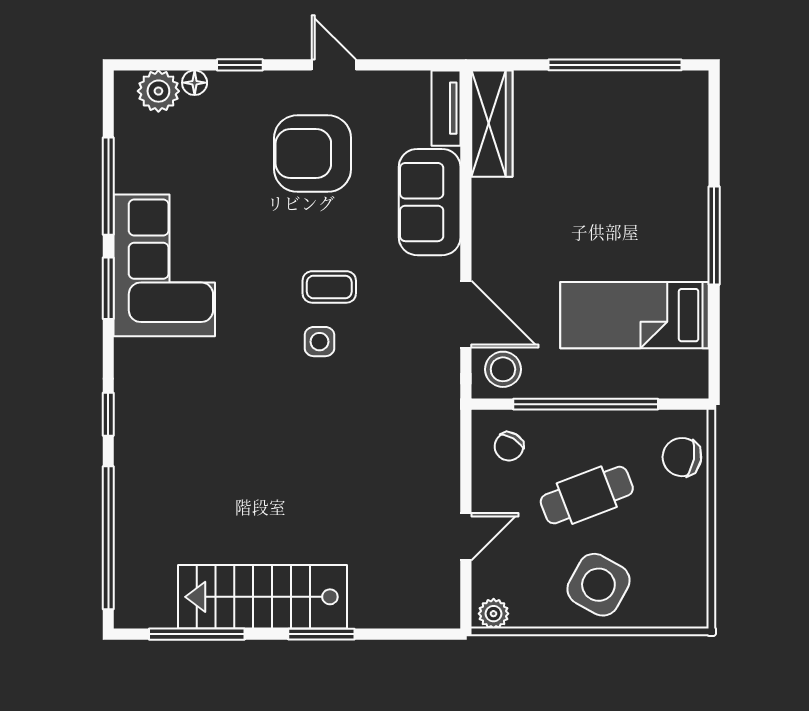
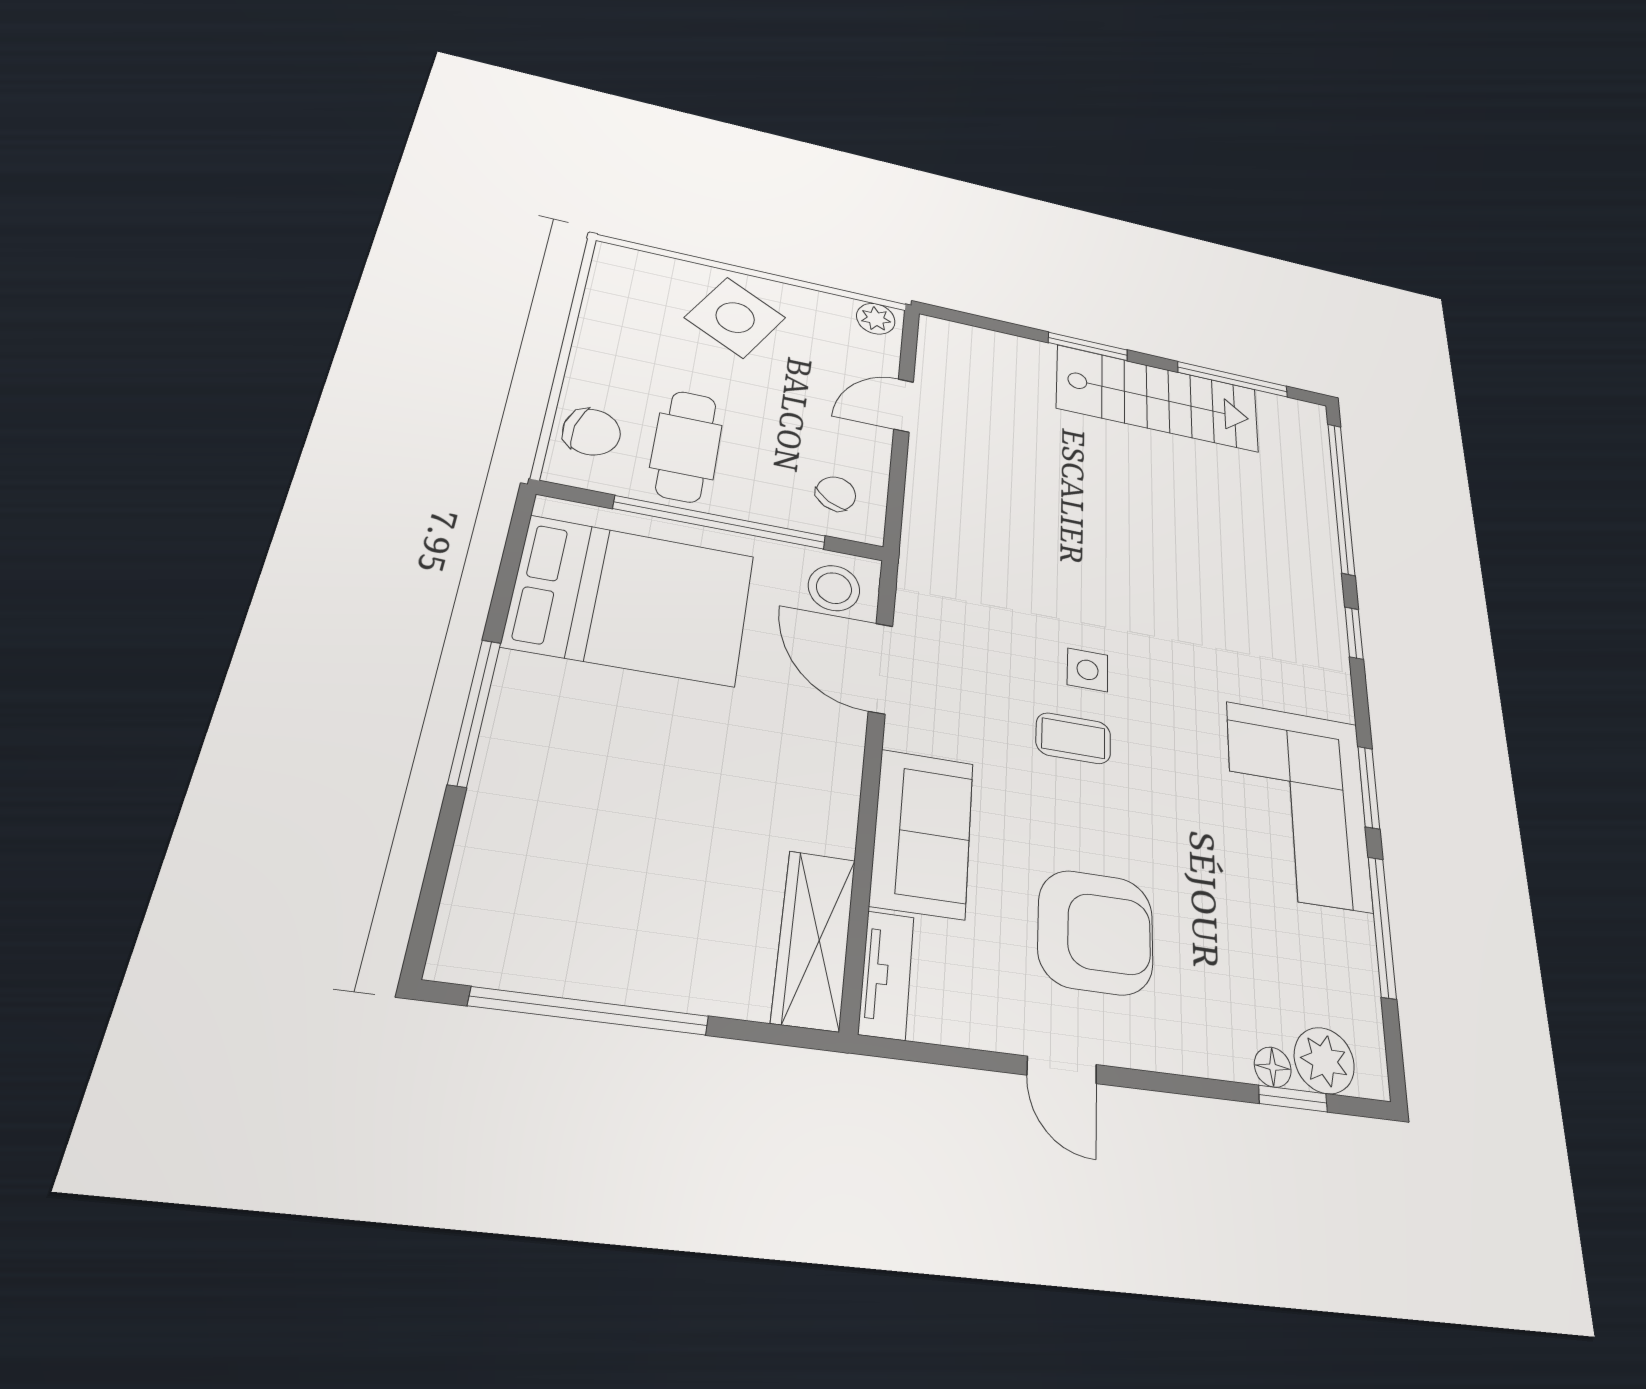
window: (240, 65) -> (1293, 1099), moved
bed: (634, 315) -> (631, 600), width x1.50
cafe table: (587, 495) -> (686, 446), moved, turned -69

